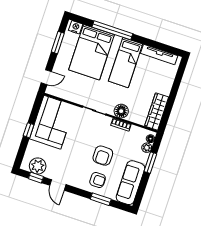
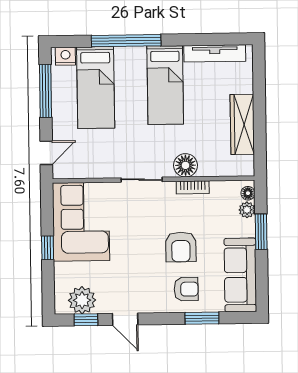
window: (58, 43) -> (45, 91), width x1.44
bed: (91, 52) -> (96, 87), width x0.67
wardrobe: (157, 112) -> (242, 124), moved

